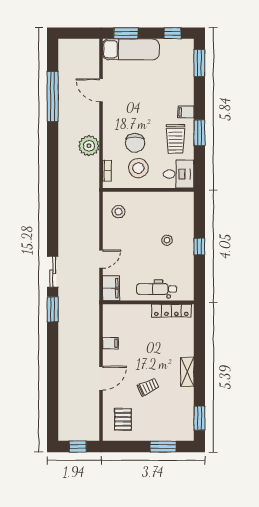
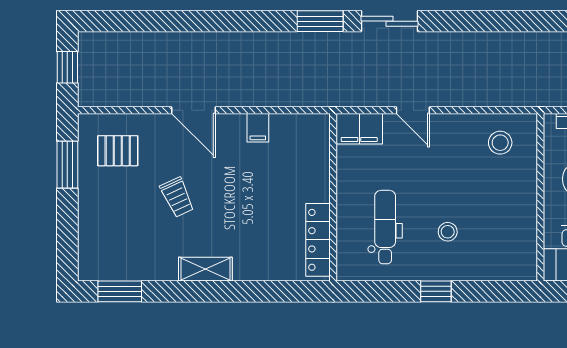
dental chair: (157, 289) -> (385, 227), moved
window: (163, 447) -> (67, 165), moved

